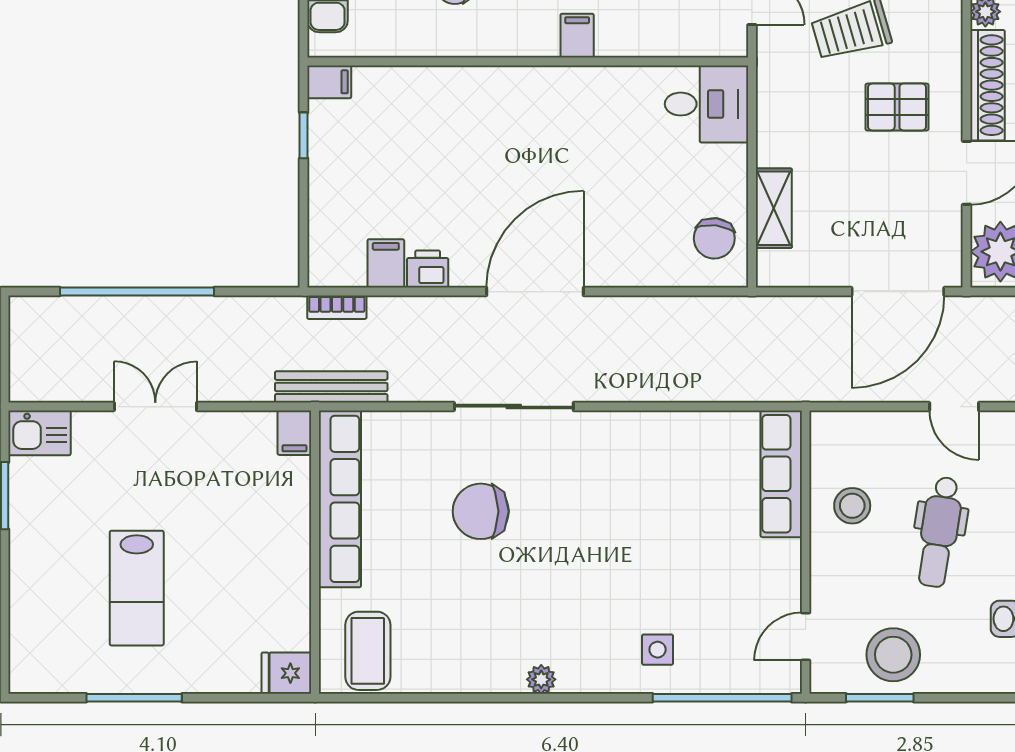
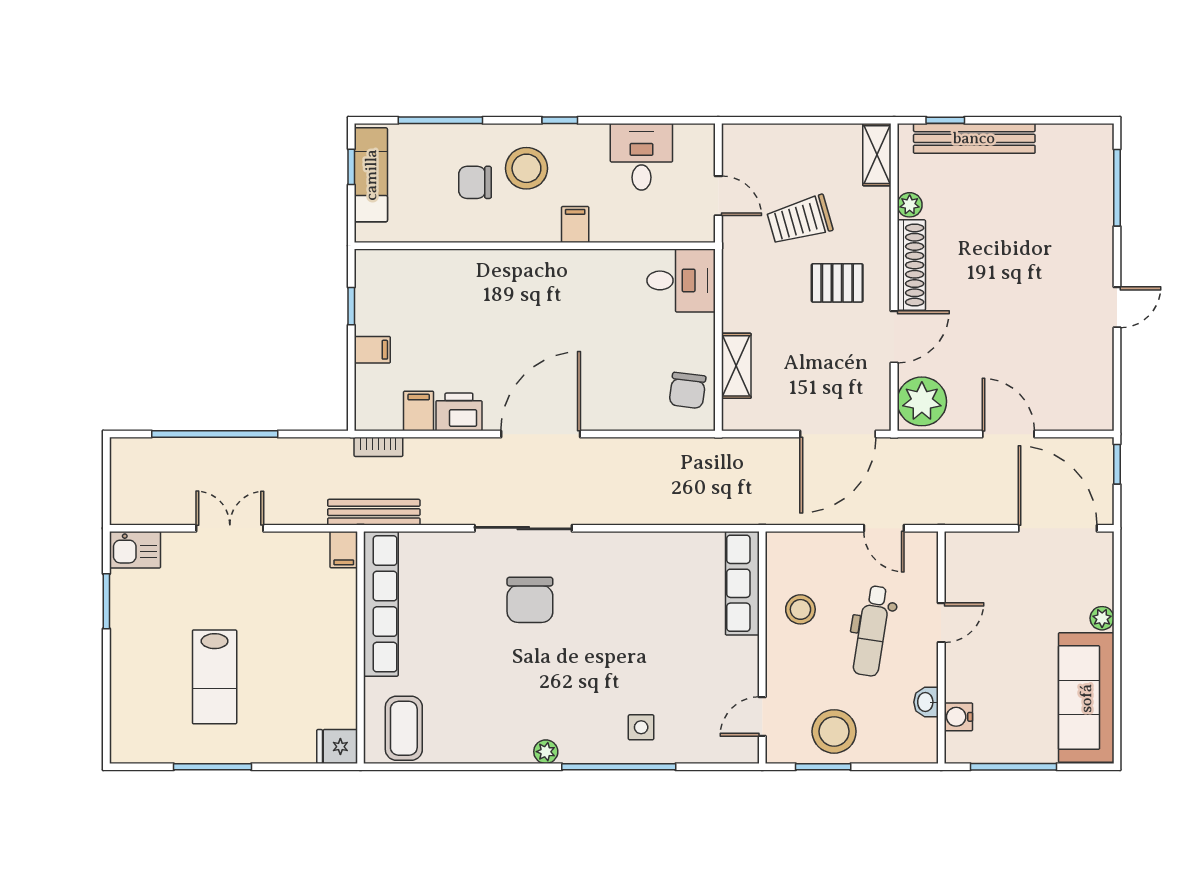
filing cabinet: (329, 82) -> (372, 350), moved
printer: (428, 269) -> (459, 412), width x1.36, depth x1.24
chair: (481, 511) -> (530, 600), moved, turned -90
window: (722, 698) -> (619, 767), moved

